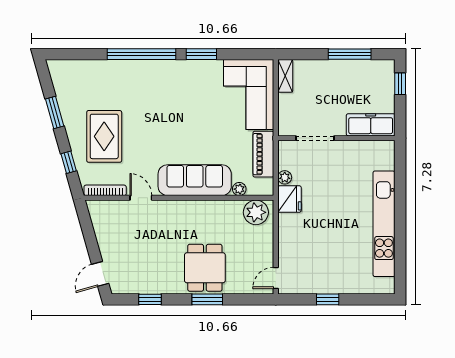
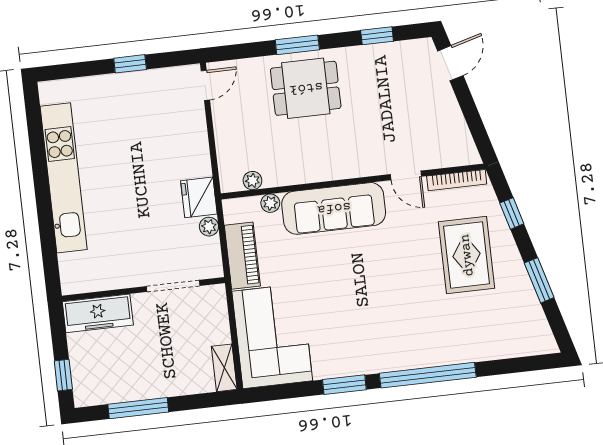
plant: (256, 212) -> (252, 181), width x0.53, depth x0.53
dining table: (205, 268) -> (306, 88), turned 90

